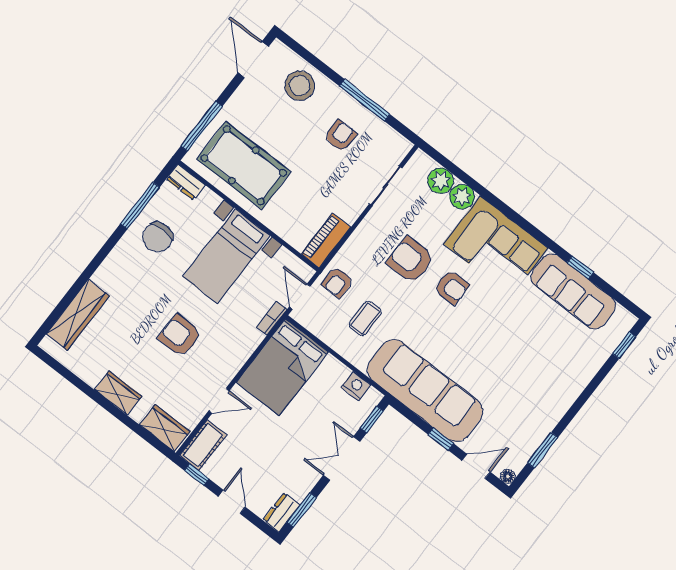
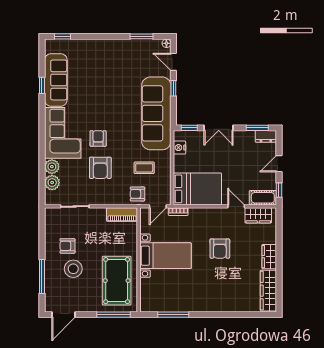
stool: (300, 86) -> (73, 269), moved
window: (365, 100) -> (42, 276), moved
dresser: (186, 182) -> (146, 302), removed
chair: (158, 237) -> (182, 295), removed
armchair: (337, 282) -> (137, 194), turned 180
wardrobe: (78, 315) -> (268, 291), moved, turned -90
wardrobe: (165, 428) -> (258, 215), moved, turned -90

